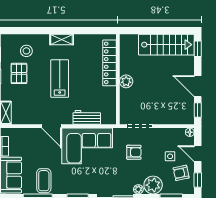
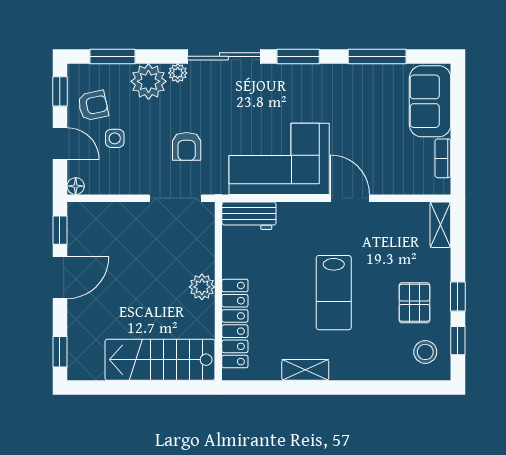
shelving: (62, 40) -> (305, 370), moved
stairs: (166, 45) -> (160, 360), moved
stool: (26, 51) -> (425, 352), moved
door: (198, 86) -> (60, 278), hinge flipped
workbench: (87, 117) -> (249, 216), moved
armchair: (134, 152) -> (187, 146), turned -90
coffee table: (44, 181) -> (365, 90), removed

